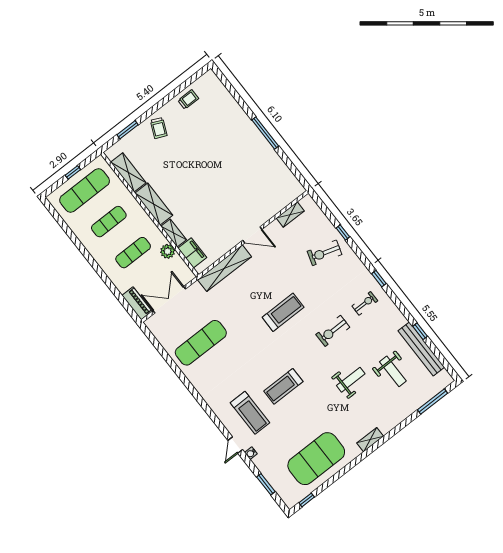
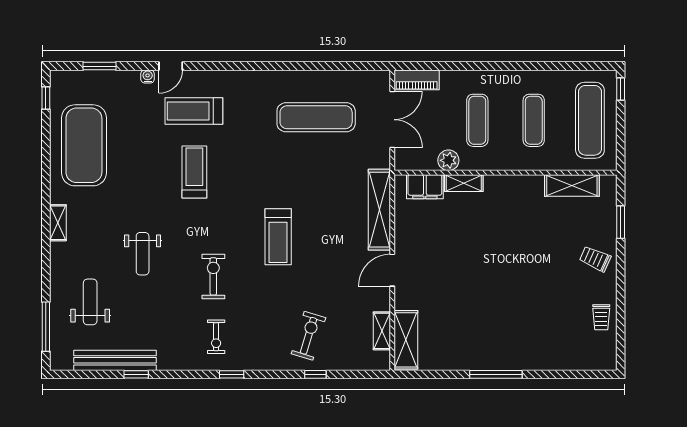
window: (73, 172) -> (621, 89), moved
shelving: (154, 204) -> (406, 340), moved, turned 90
exercise mat: (201, 343) -> (316, 117), turned 90
weight bench: (393, 371) -> (90, 302), moved, turned 90
door: (235, 445) -> (171, 66), swing flipped

